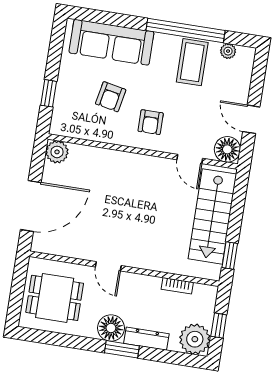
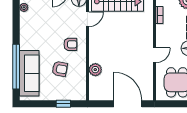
window: (185, 30) -> (16, 67), moved
coffee table: (192, 62) -> (33, 26), removed
plant: (57, 152) -> (95, 70), moved

